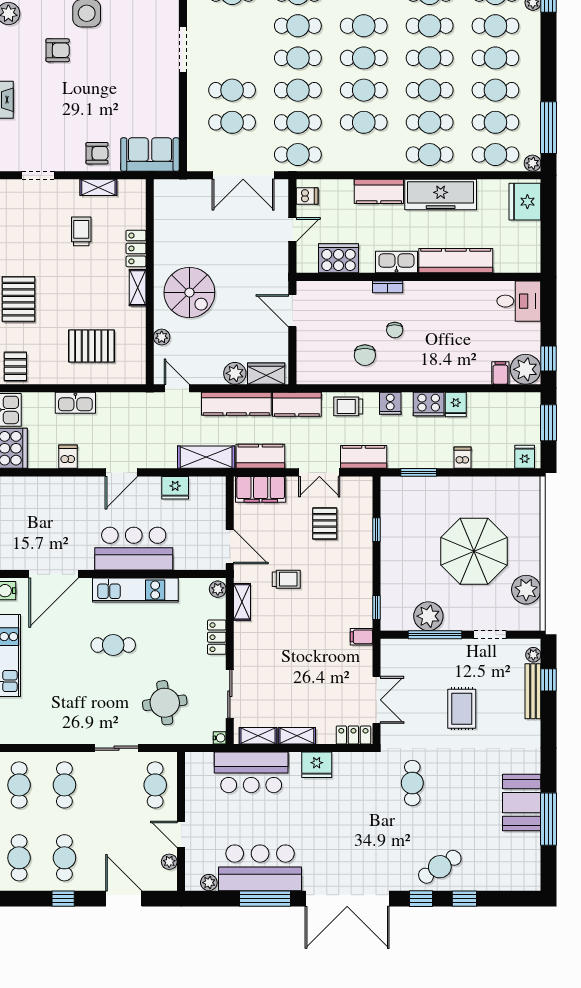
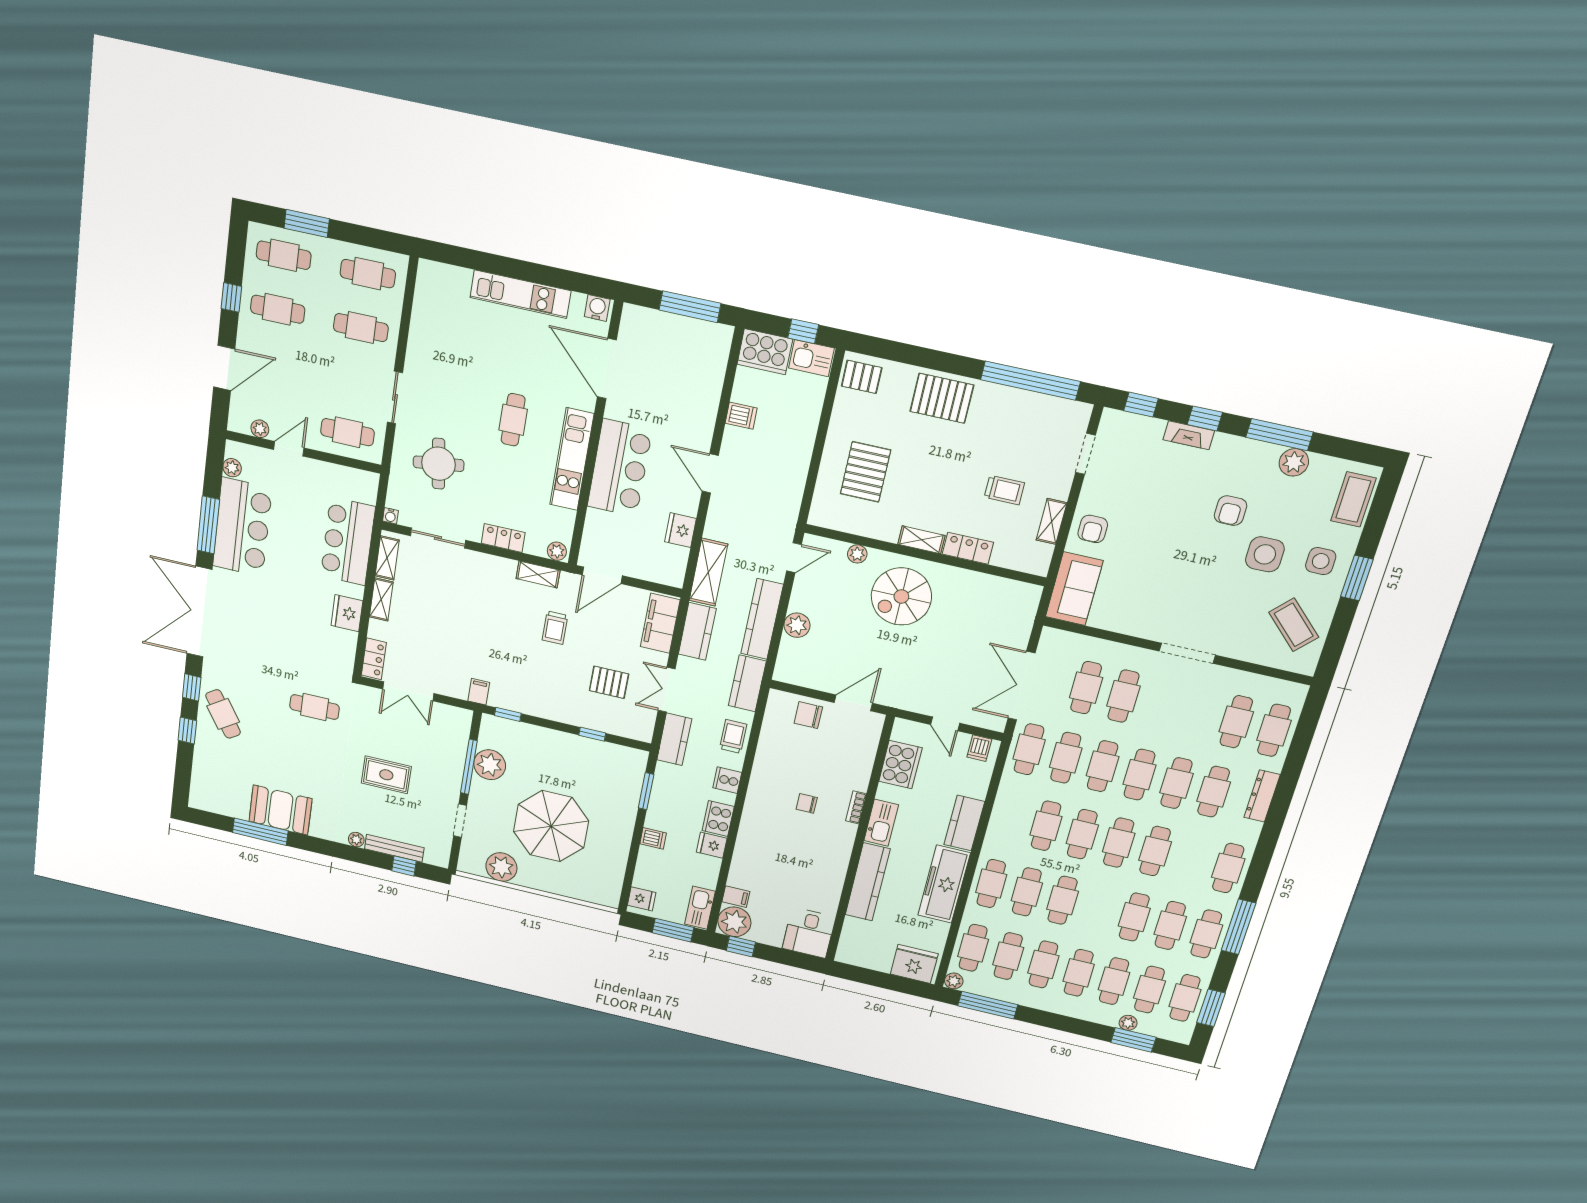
cafe table: (430, 58) -> (1098, 909), removed
chair: (365, 355) -> (808, 715), moved
wardrobe: (266, 374) -> (789, 659), removed
kitchen sink: (75, 403) -> (700, 908), moved
plant: (533, 655) -> (356, 840), moved

